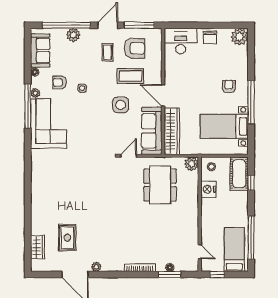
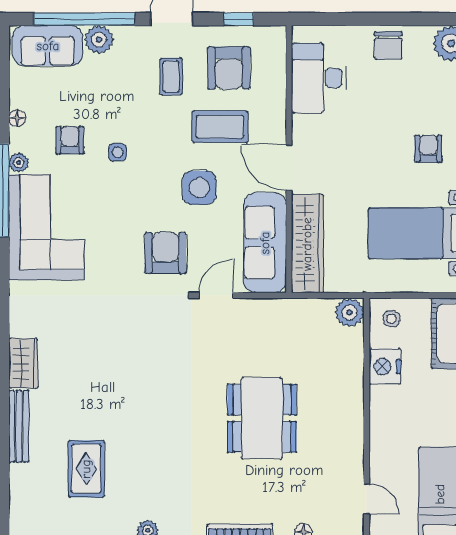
window: (139, 25) -> (239, 19), width x0.46
desk: (181, 41) -> (319, 78), moved, turned -90
armchair: (135, 48) -> (229, 68), turned 90
sofa: (40, 50) -> (48, 46), moved, turned 90
armchair: (60, 82) -> (70, 140), turned 90
armchair: (105, 136) -> (166, 253), added
dining table: (160, 185) -> (262, 418), moved
bench: (36, 218) -> (19, 426), added
wardrobe: (38, 247) -> (23, 363), moved

